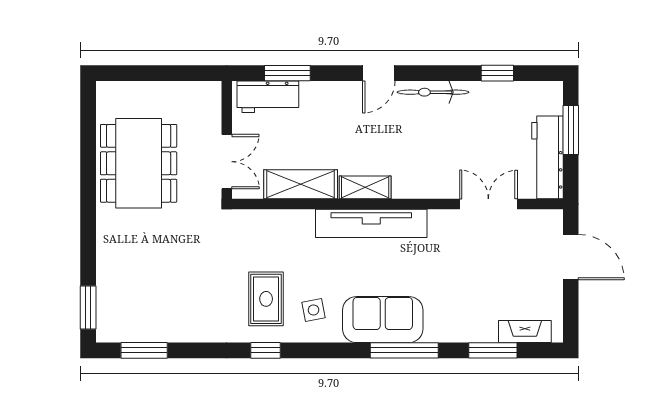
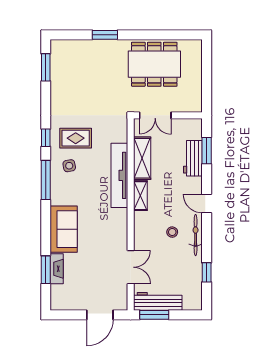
workbench: (268, 97) -> (193, 158), moved
window: (571, 130) -> (154, 315), moved
stool: (428, 132) -> (172, 232), added
tv unit: (371, 223) -> (119, 175), moved
window: (88, 308) -> (105, 35), moved
sofa: (383, 320) -> (64, 229), moved
fireplace: (525, 332) -> (57, 269), moved
window: (404, 350) -> (46, 180), moved

